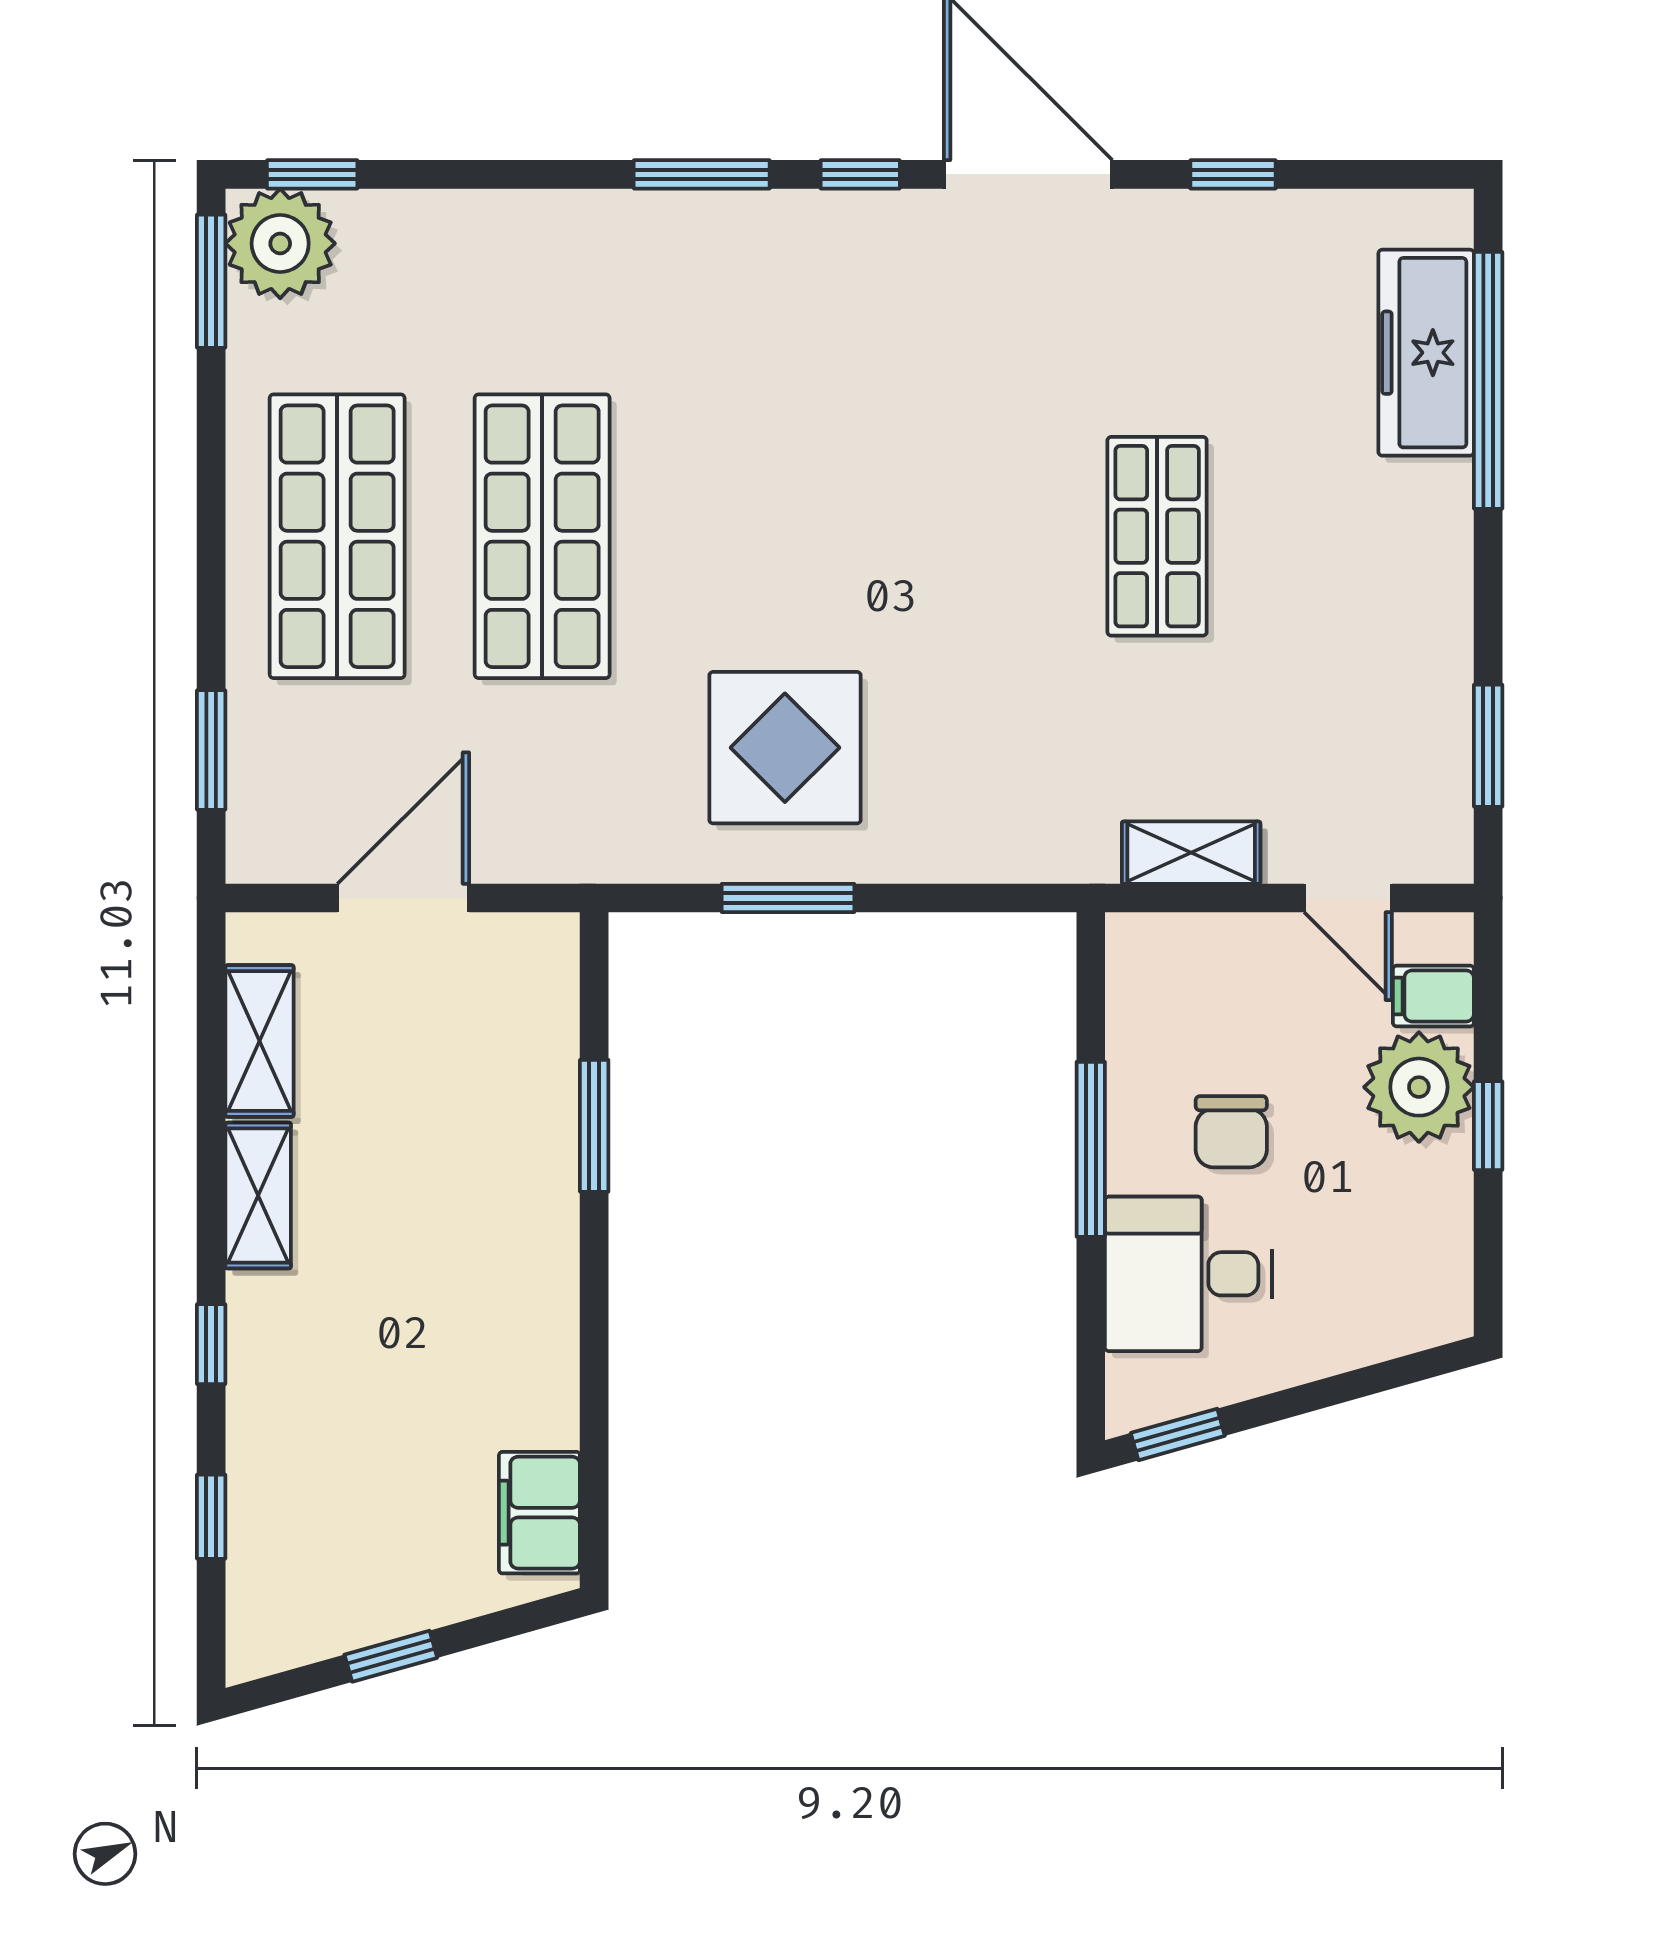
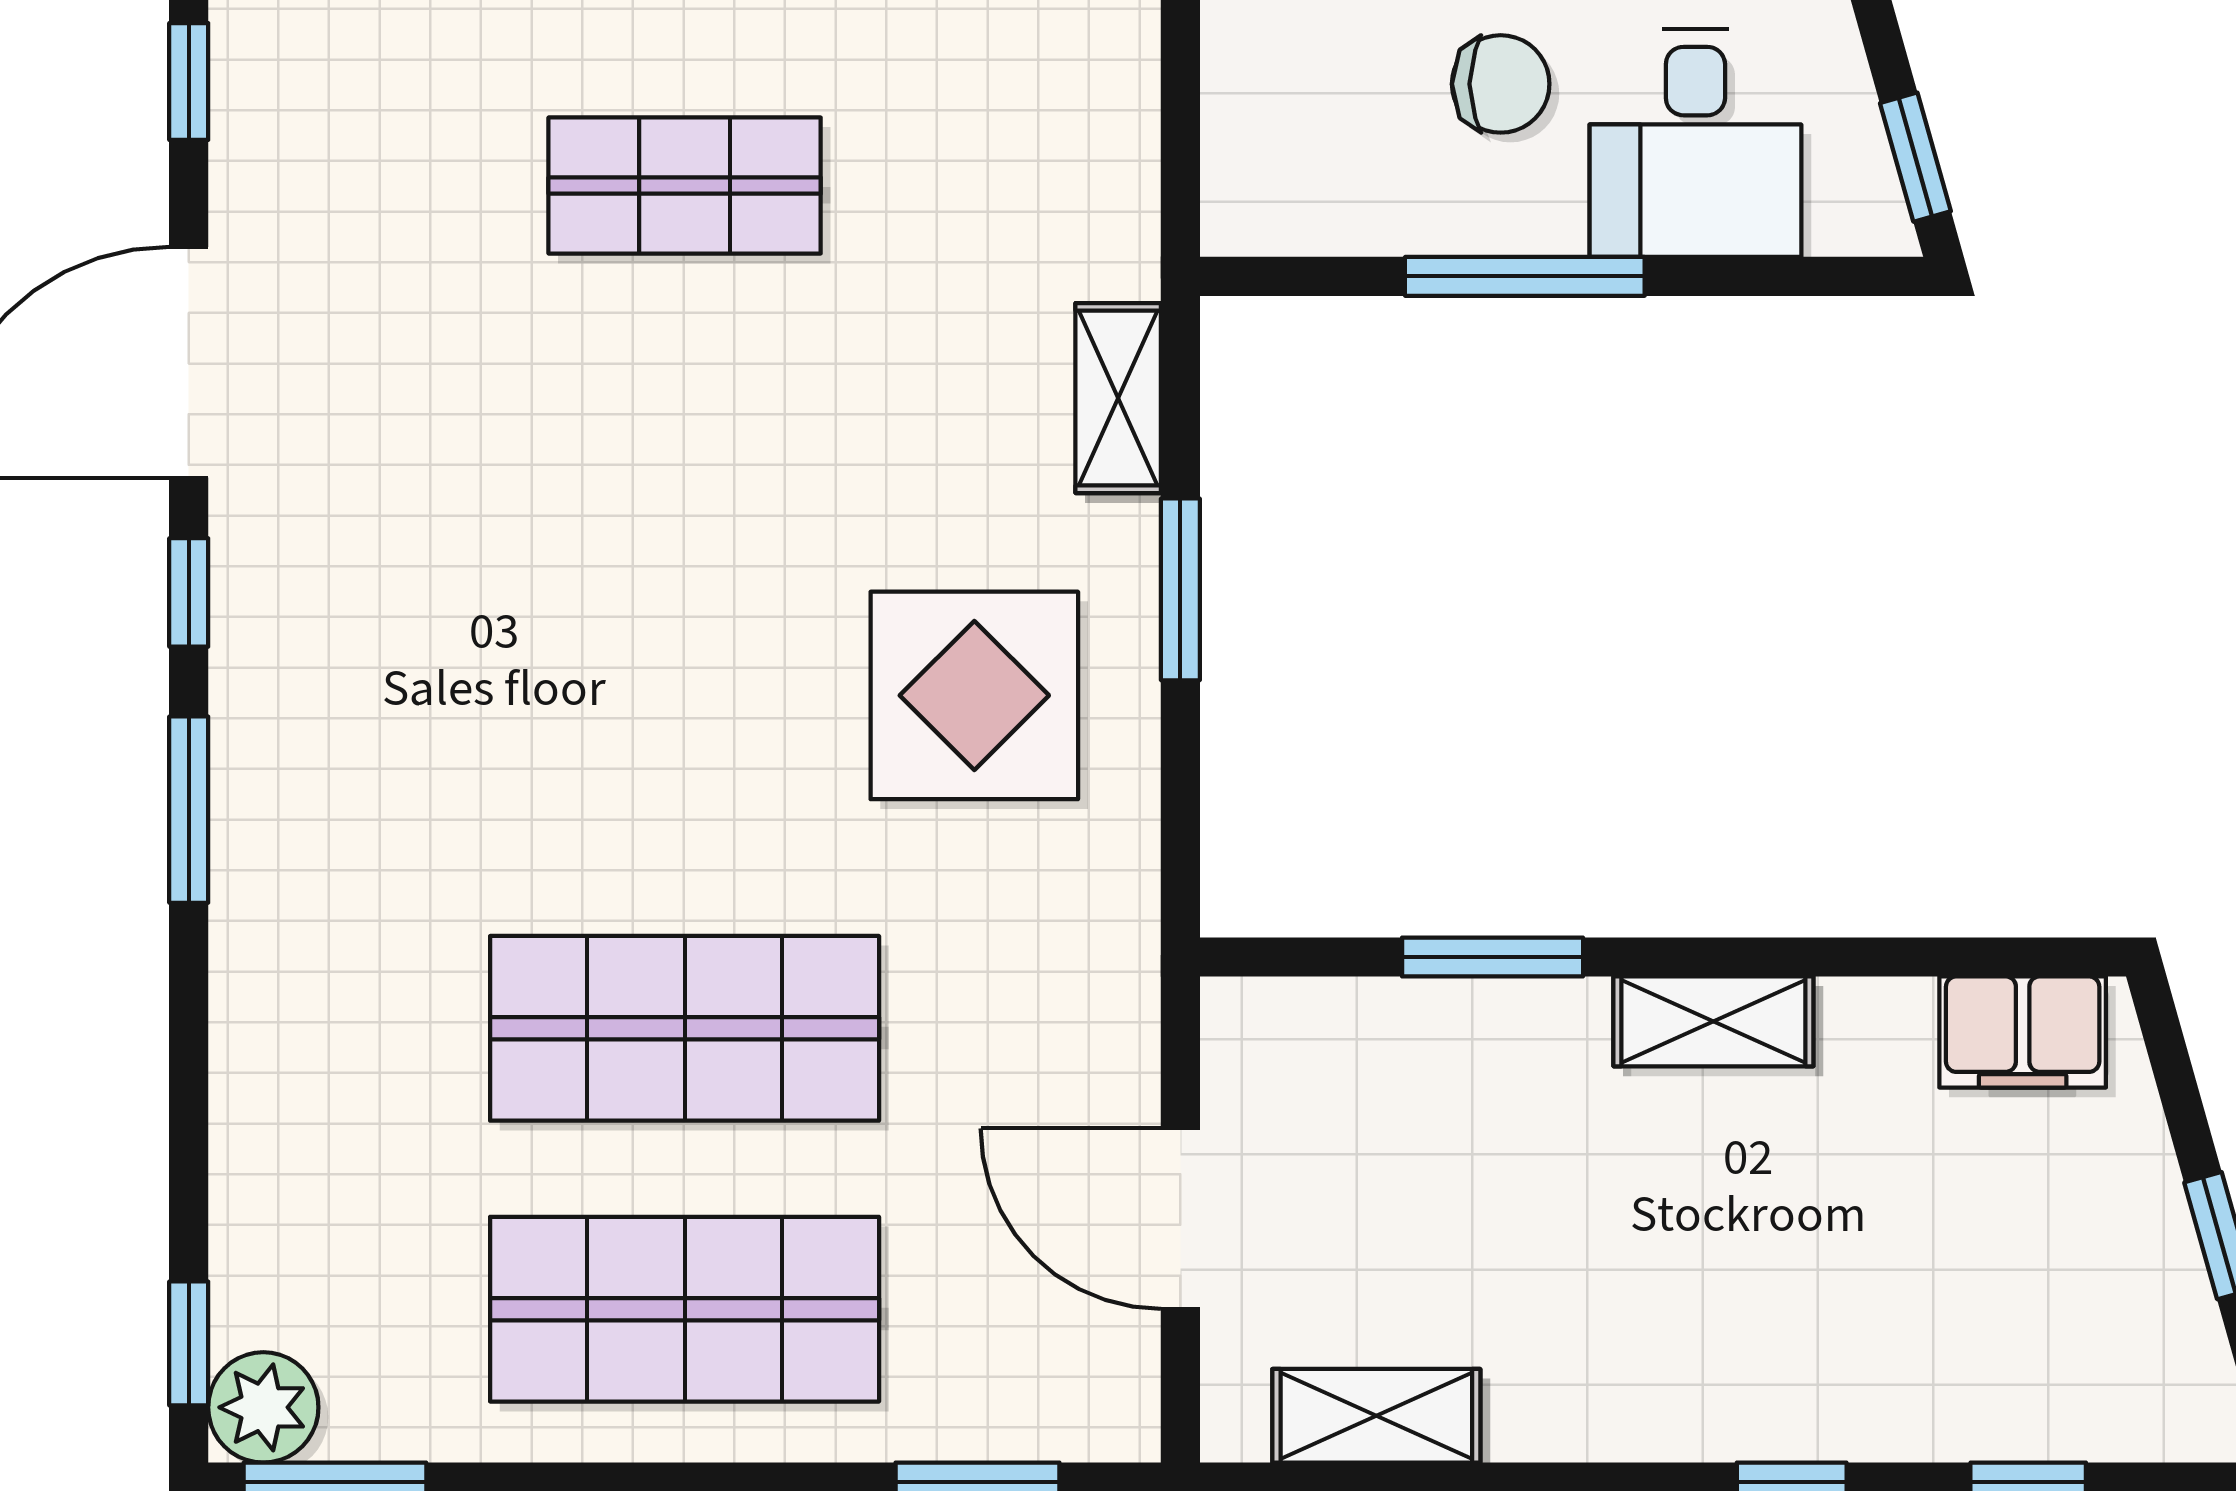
plant: (280, 243) -> (263, 1407), width x0.73, depth x0.73
shelving: (1191, 853) -> (1118, 398), moved
window: (788, 898) -> (1180, 589), moved
shelving: (258, 1196) -> (1713, 1021), moved

